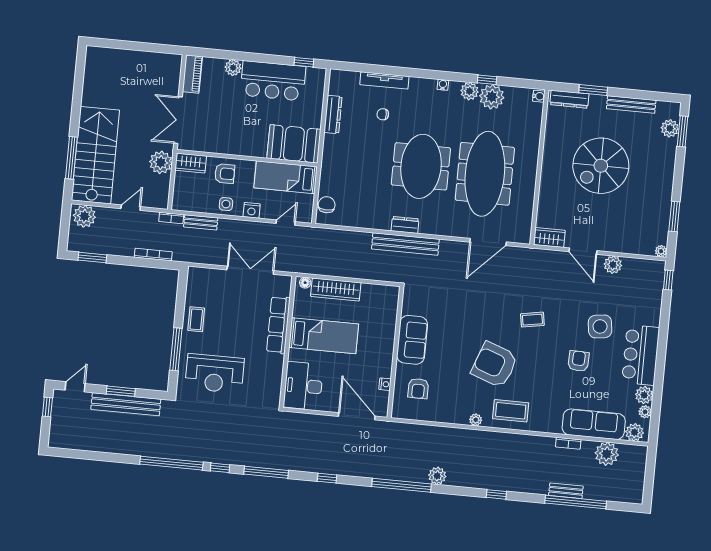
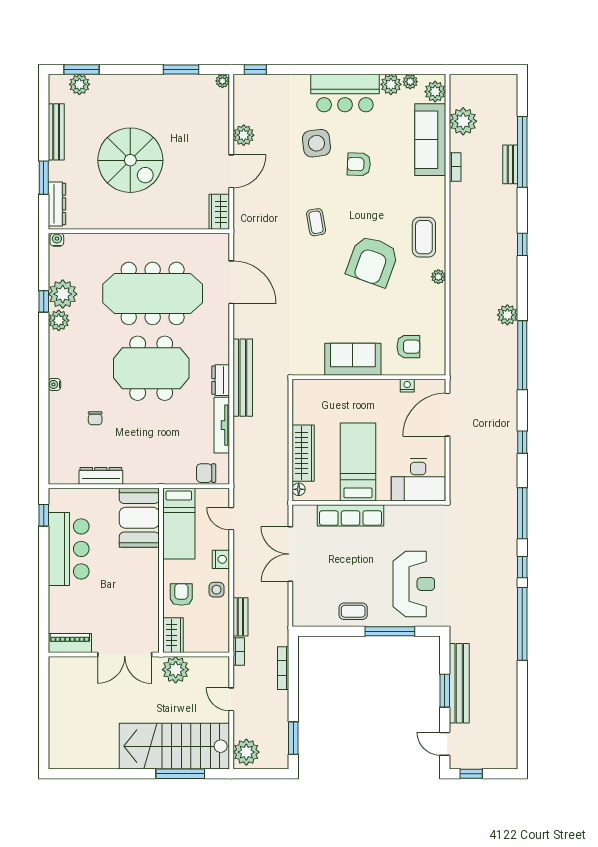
plant: (233, 68) -> (58, 597), removed
tv unit: (384, 80) -> (222, 425), moved, turned 180
water cooler: (443, 85) -> (54, 384), moved

